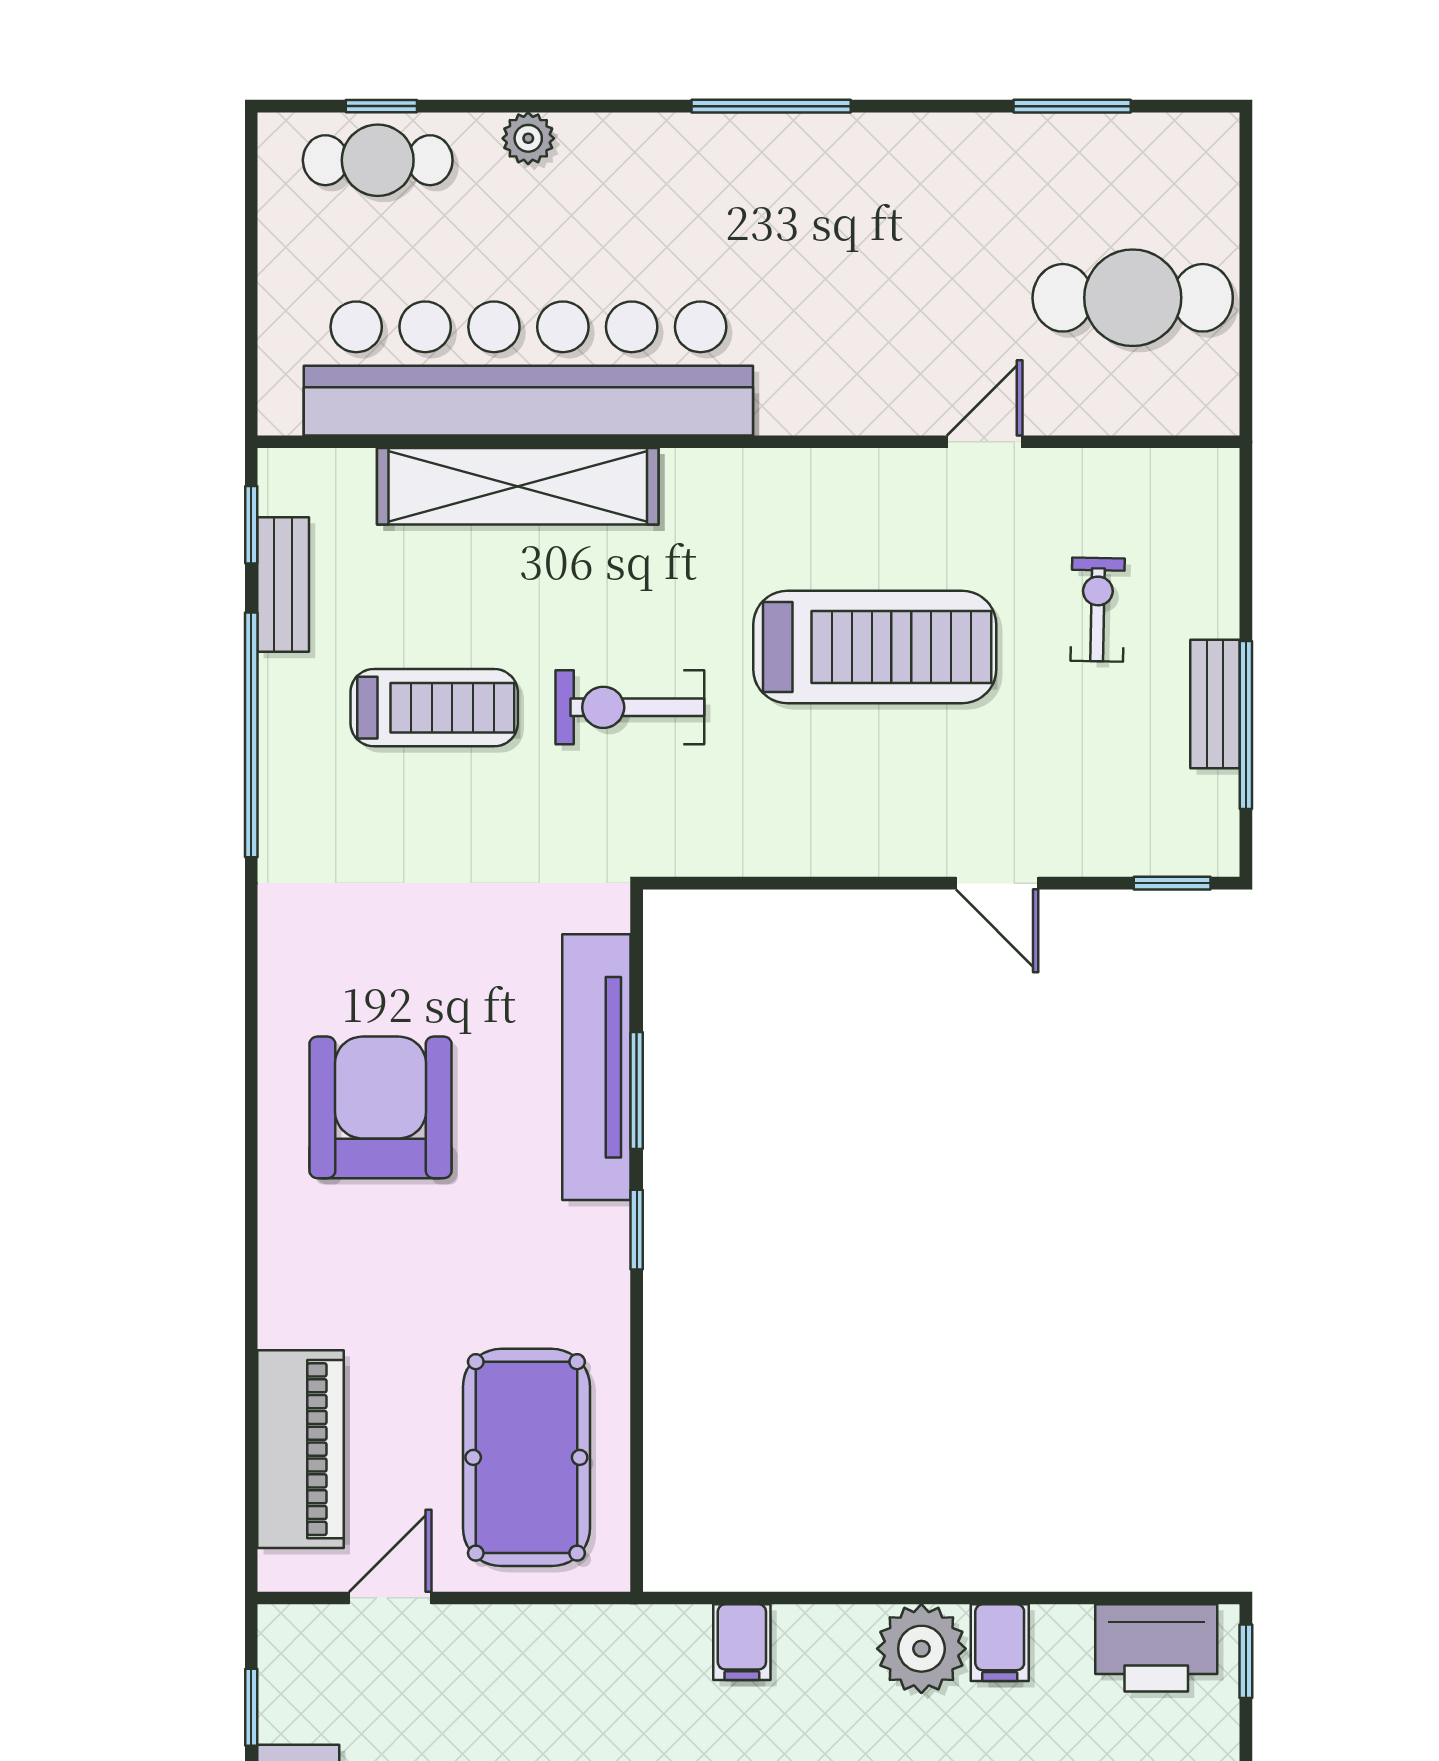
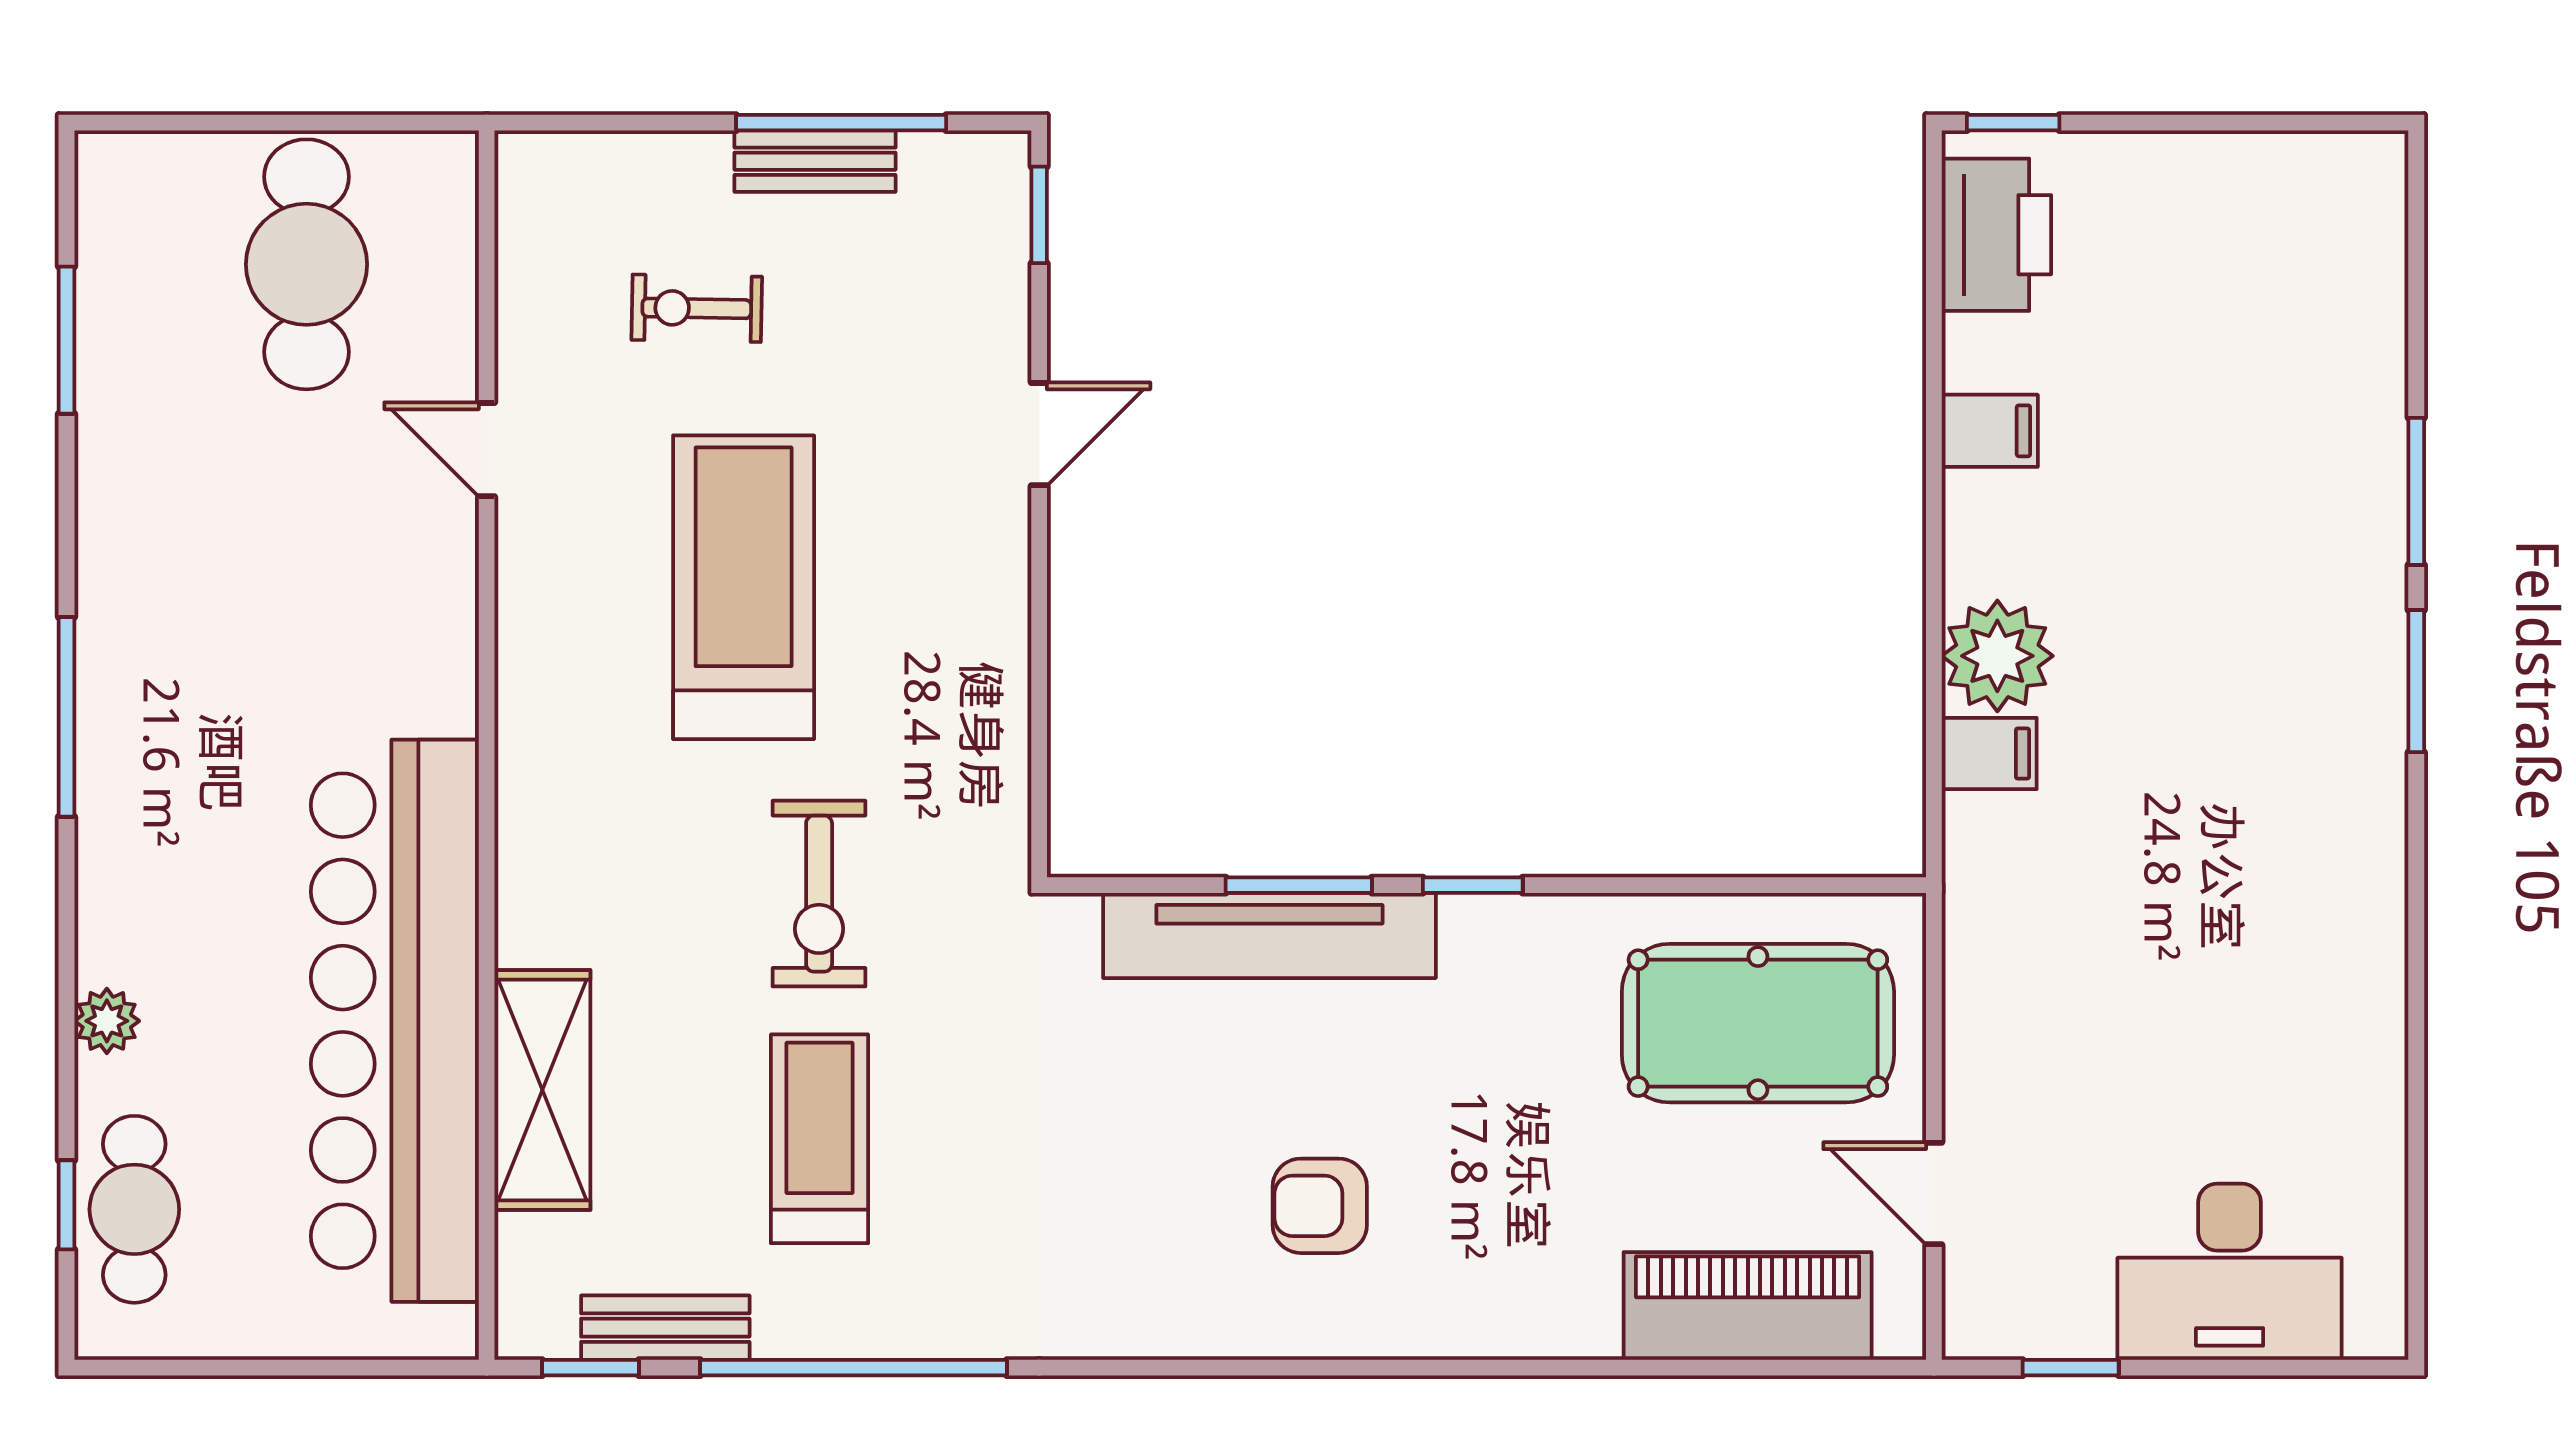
shelving: (518, 486) -> (542, 1090), width x0.68
armchair: (381, 1107) -> (1320, 1206), width x0.53, depth x0.53
plant: (921, 1649) -> (1997, 656), moved

